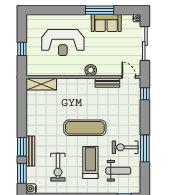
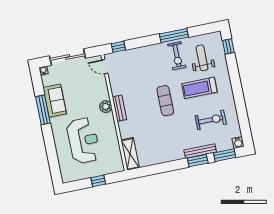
door: (129, 77) -> (105, 67), hinge flipped
bench: (107, 83) -> (119, 108), moved
exercise mat: (85, 128) -> (165, 101), width x0.73, depth x0.69

